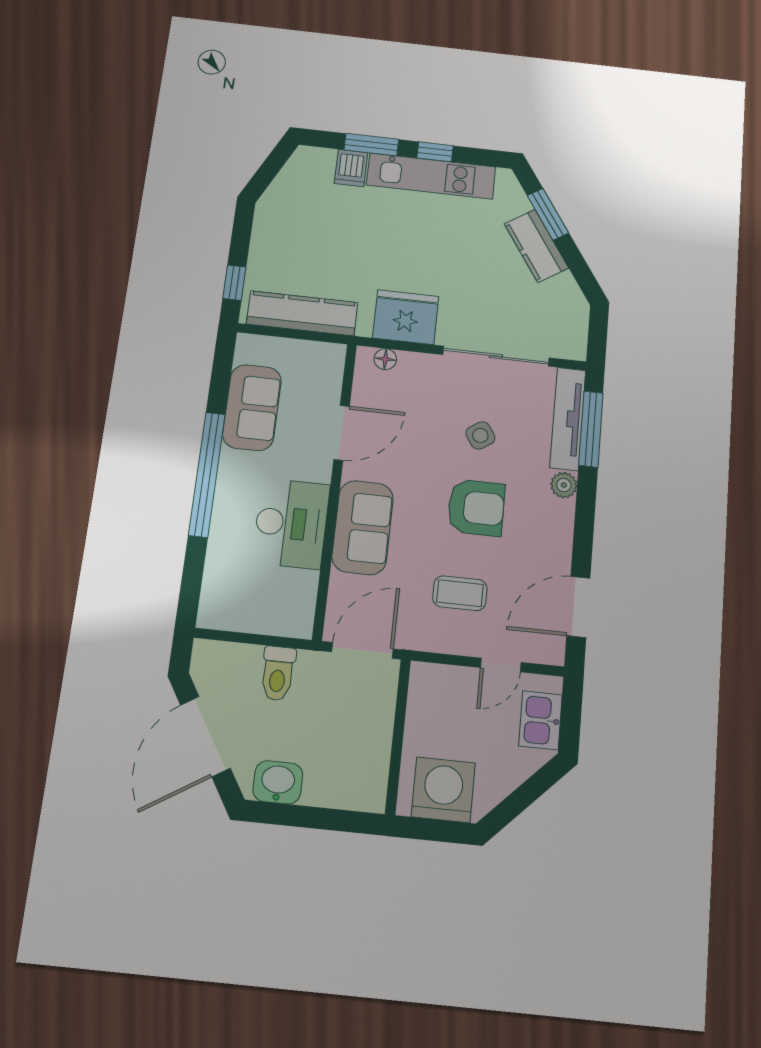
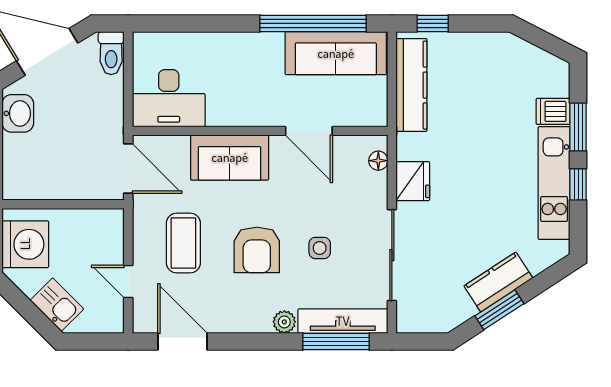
window: (548, 214) -> (499, 310), moved
fridge: (406, 317) -> (413, 181), width x0.73, depth x0.75
sofa: (252, 407) -> (336, 53), width x1.36
side table: (480, 435) -> (320, 248), turned 33
window: (207, 474) -> (313, 23), moved
desk: (291, 523) -> (169, 98), moved
coffee table: (460, 593) -> (183, 243), width x1.36, depth x1.30
toilet: (278, 673) -> (111, 53), moved, turned -90
kitchen sink: (540, 720) -> (57, 305), moved, turned 45

